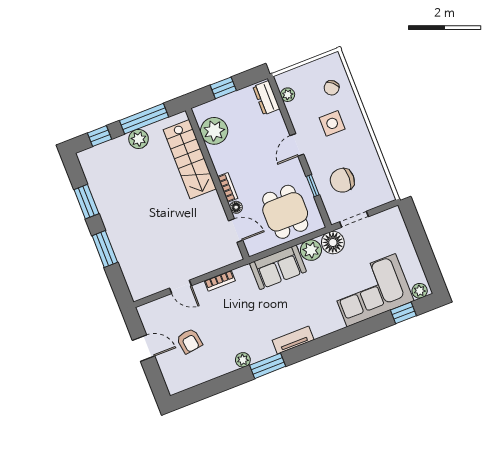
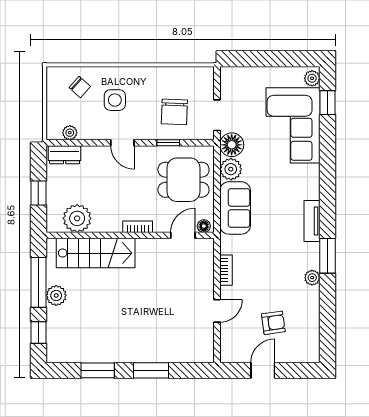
floor lamp: (236, 207) -> (204, 226), moved

